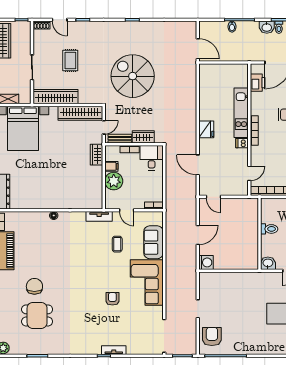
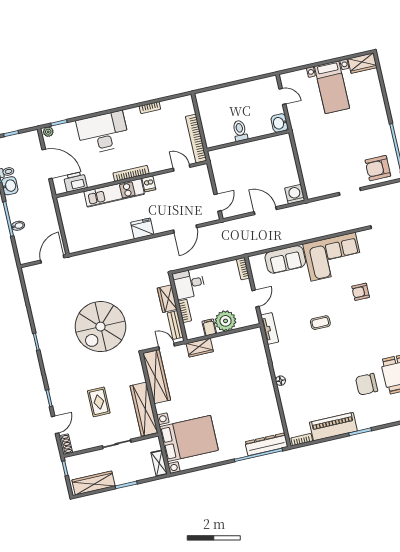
rug: (70, 60) -> (99, 402), turned 90
coffee table: (117, 244) -> (320, 323), moved

